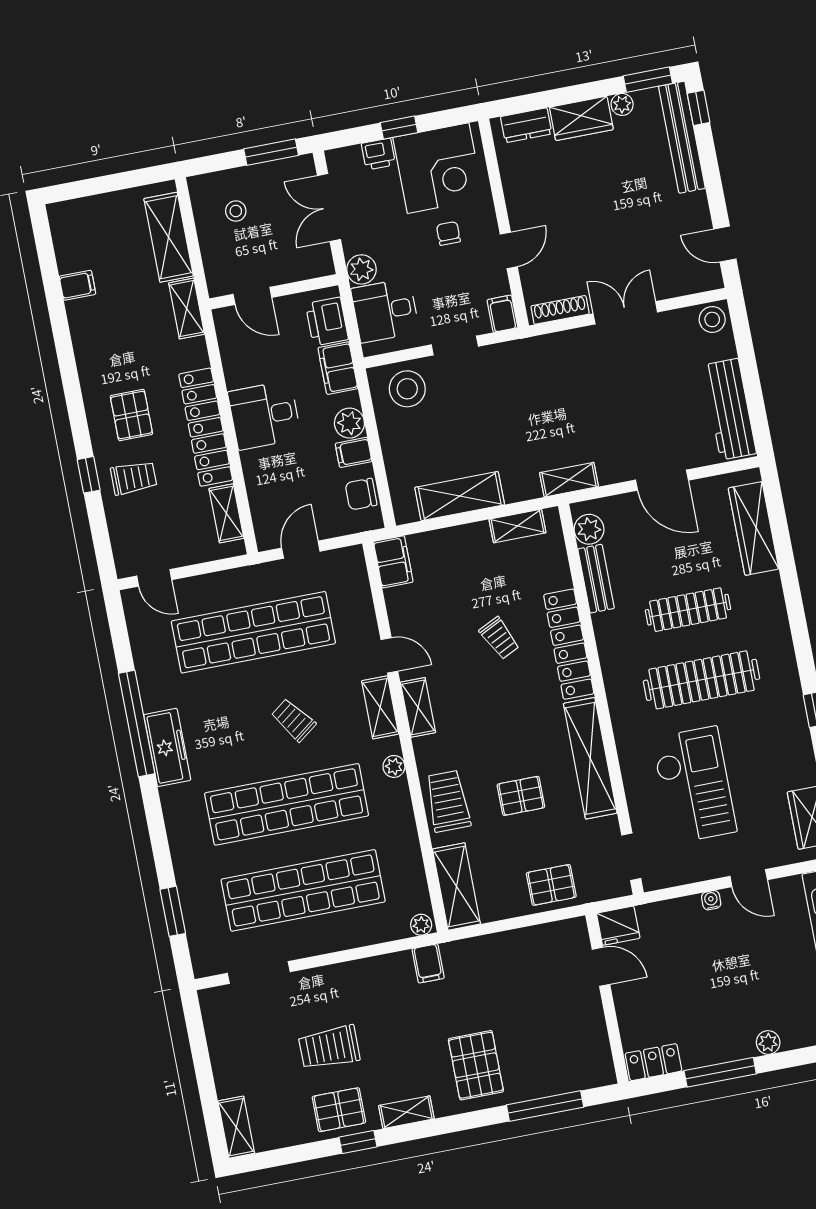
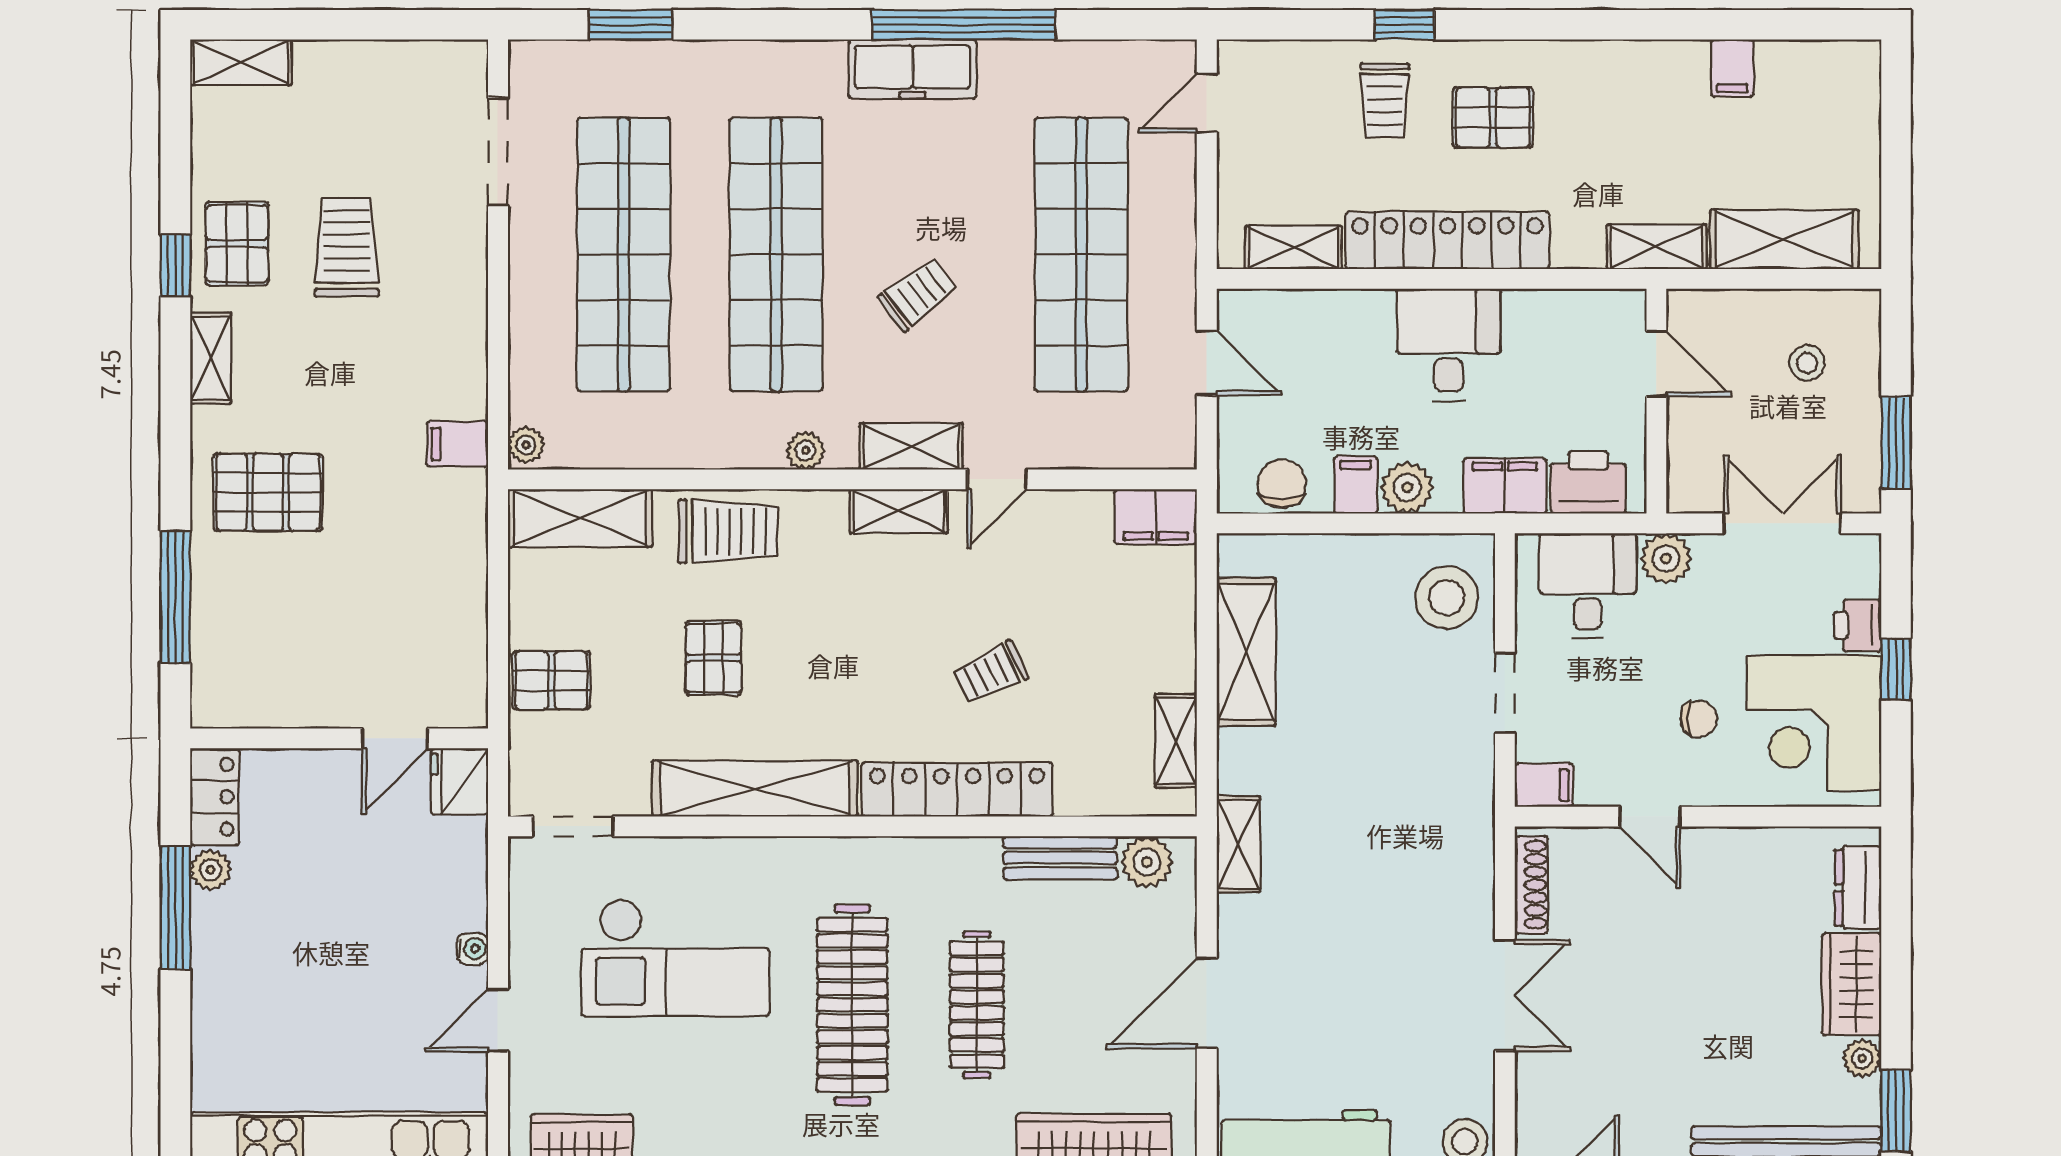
door: (252, 296) -> (1656, 364), swing flipped
pallet: (551, 885) -> (551, 680), turned 90
plant: (768, 1042) -> (211, 870), moved

